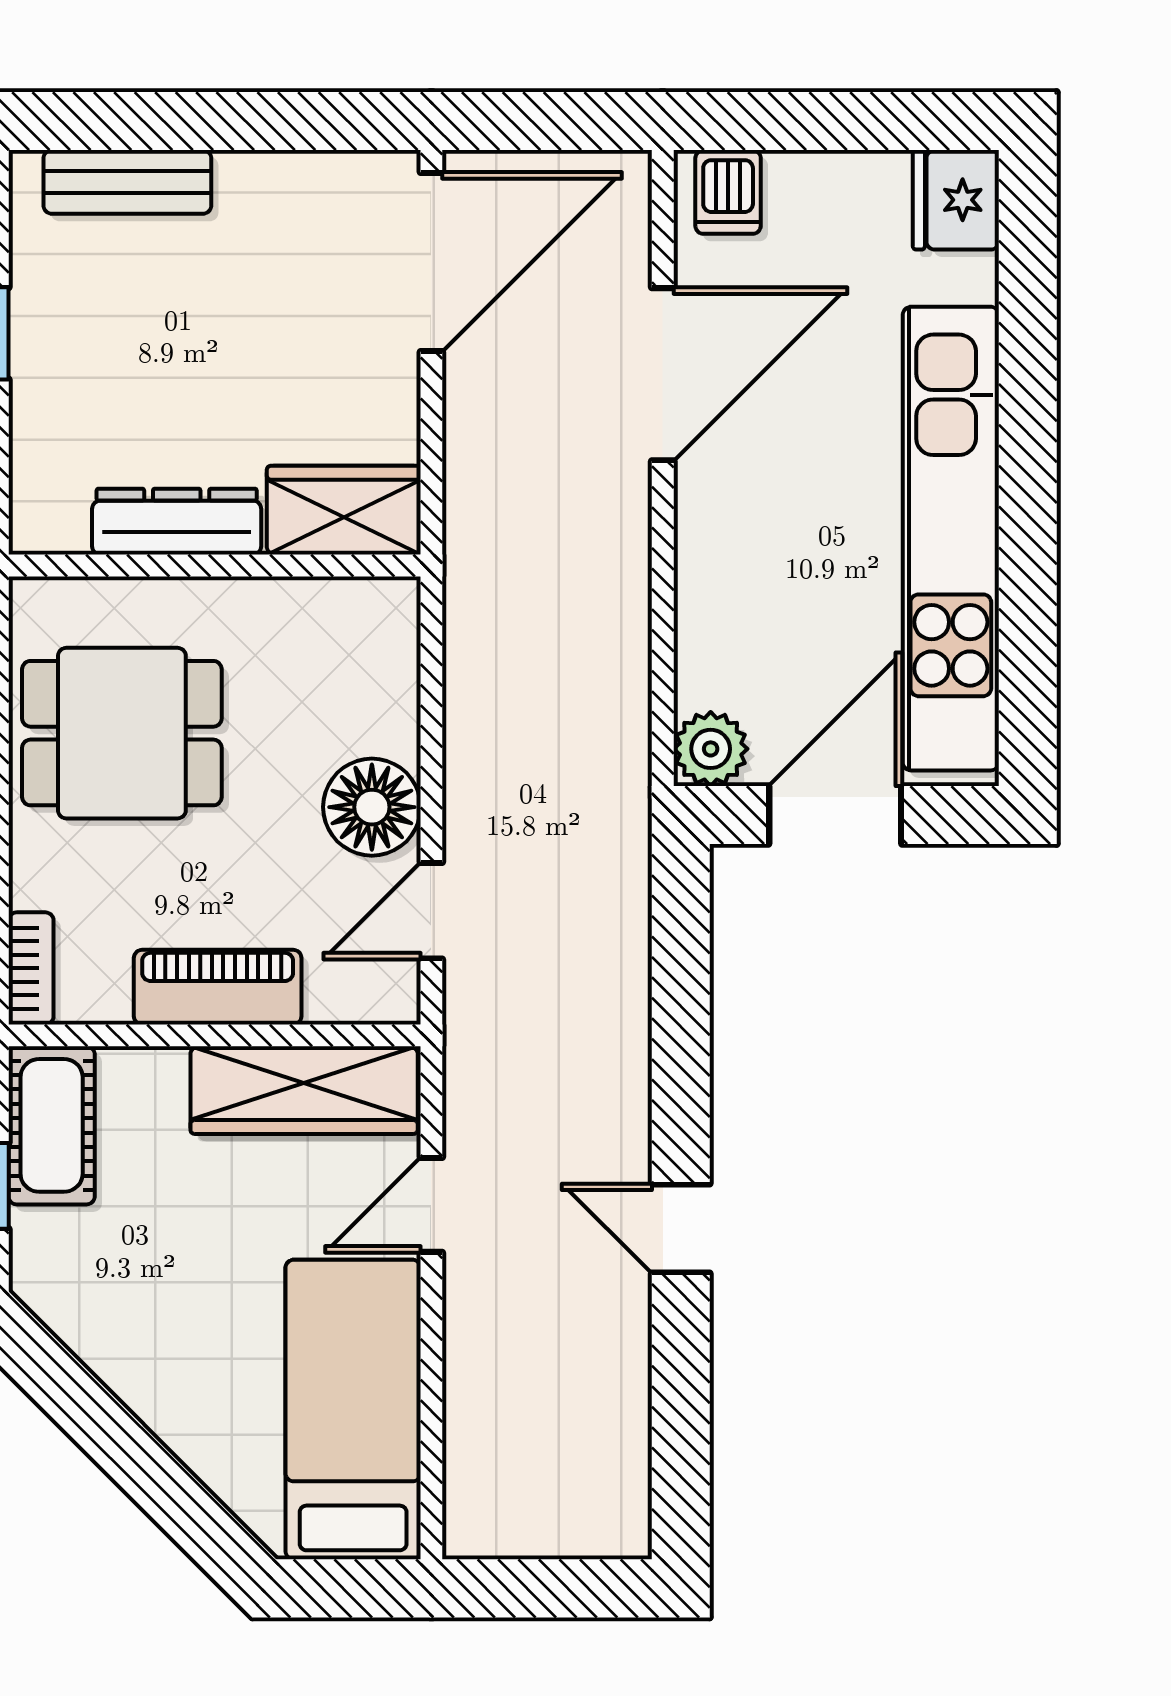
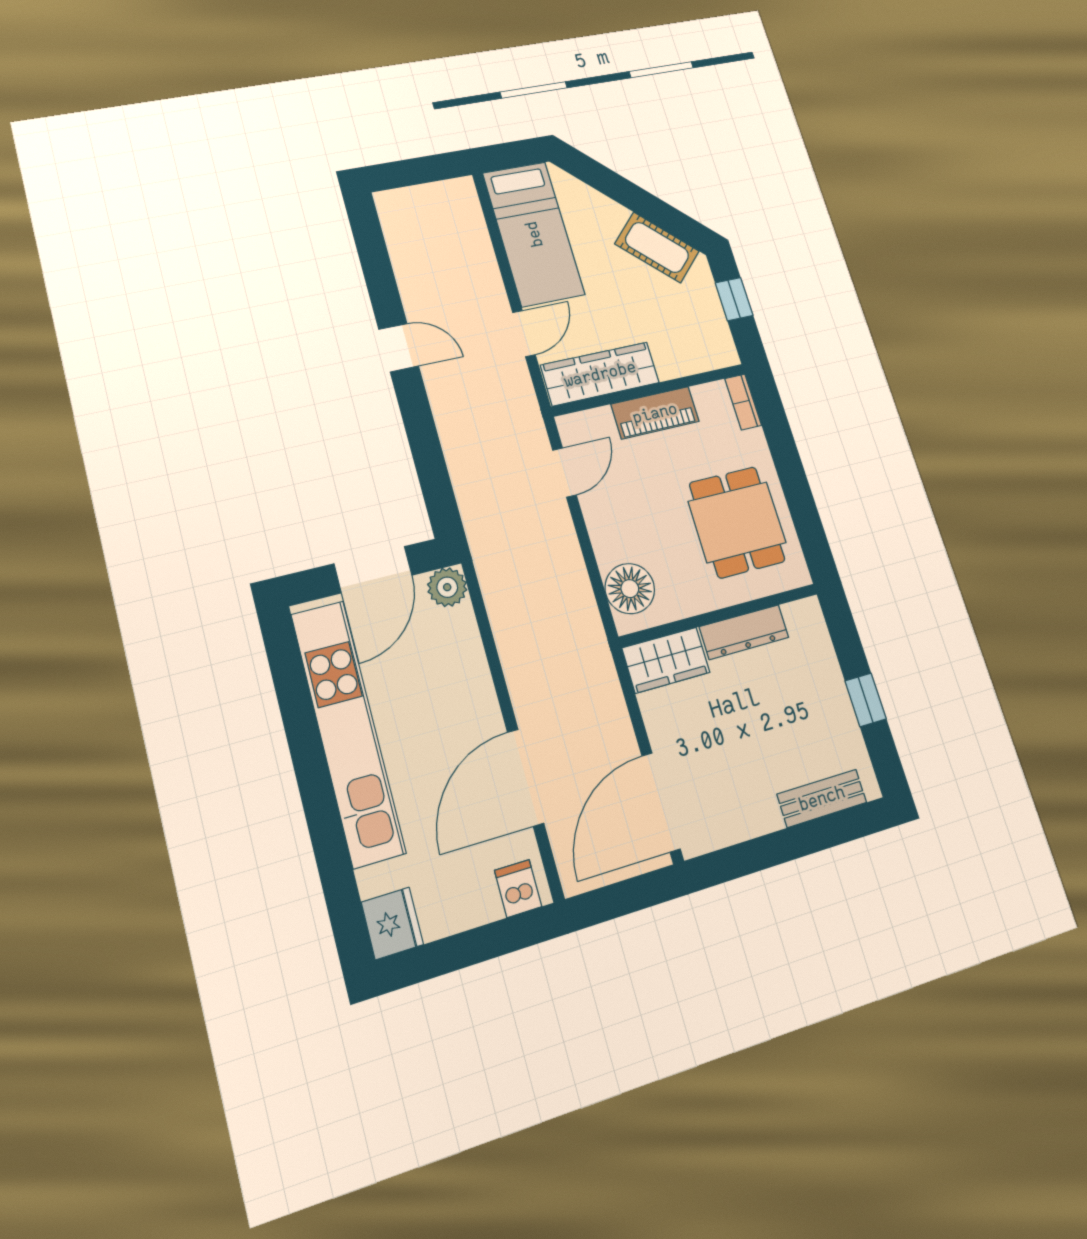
dining table: (122, 733) -> (737, 522), turned 90
floor lamp: (372, 807) -> (630, 589), moved
cot: (52, 1125) -> (657, 247), moved, turned -45

